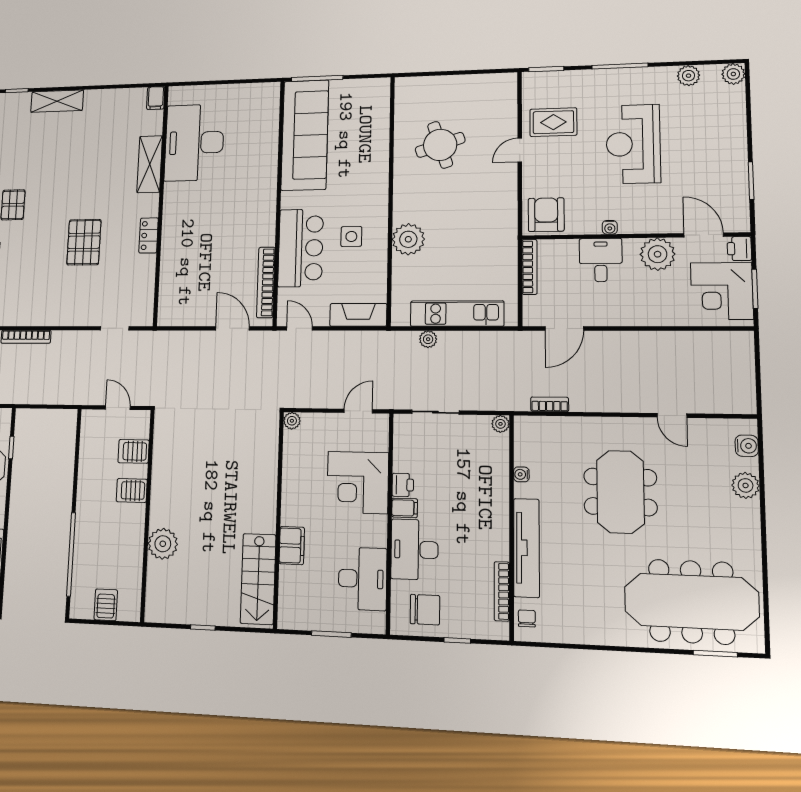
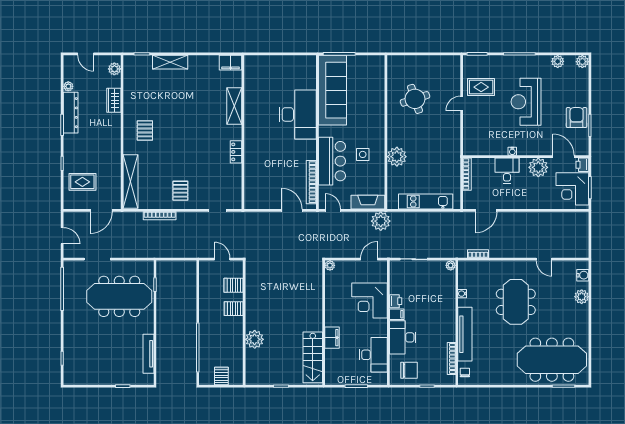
filing cabinet: (156, 98) -> (231, 63), width x2.00
desk: (194, 143) -> (298, 114), moved, turned 180
armchair: (546, 215) -> (577, 118), moved
pallet: (84, 242) -> (180, 191), moved, width x0.67, depth x0.71
plant: (428, 339) -> (381, 221), moved, width x1.88, depth x1.88

